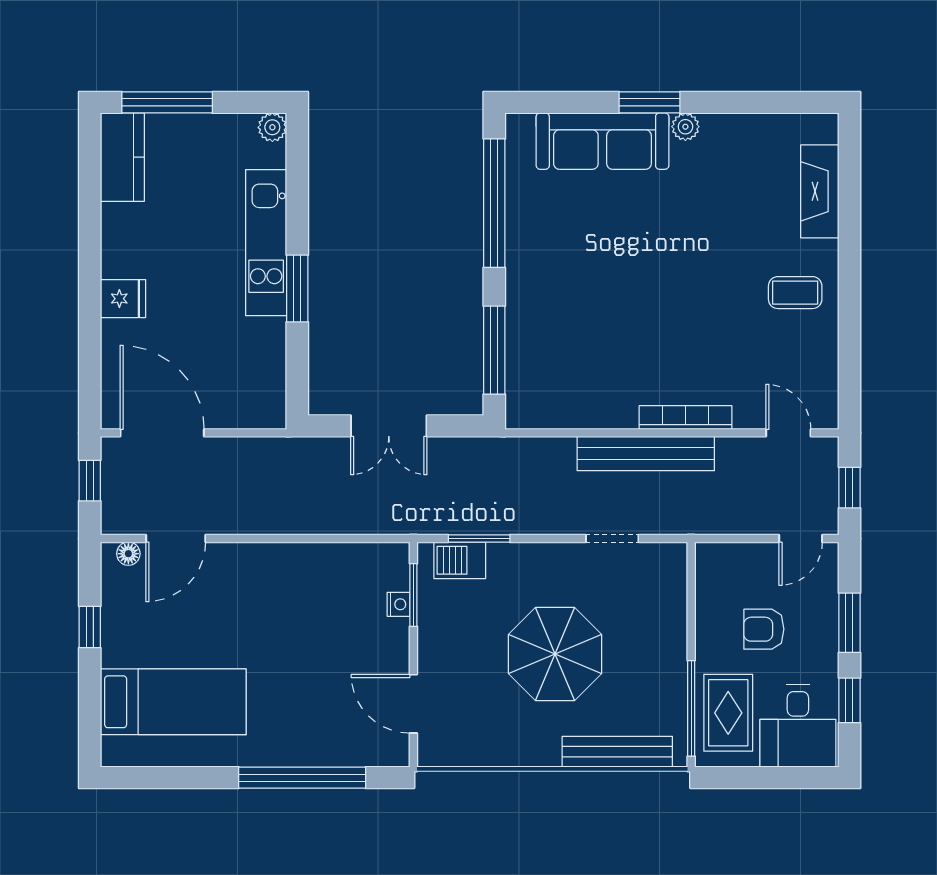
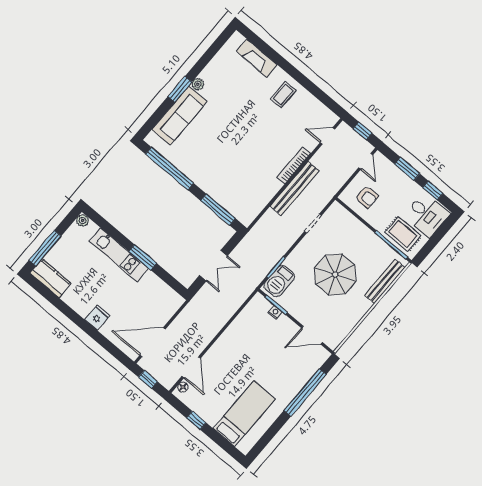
barbecue: (460, 560) -> (279, 281), width x1.38, depth x1.27
armchair: (764, 629) -> (367, 197), moved, turned -90

